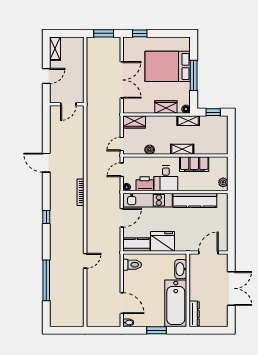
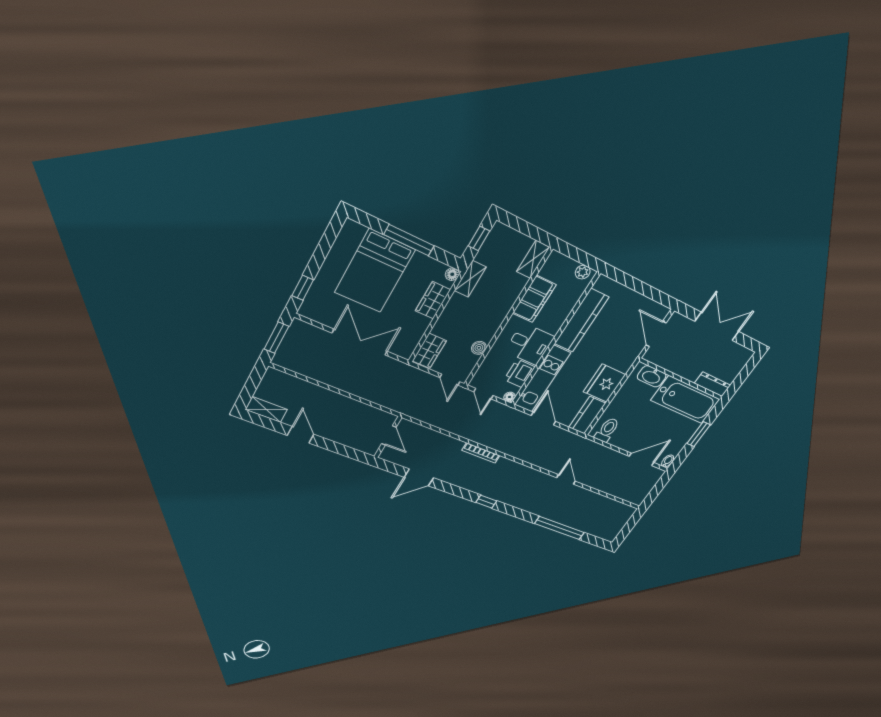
wall: (67, 104) -> (388, 437), moved
door: (68, 104) -> (389, 435), moved
shelving: (182, 149) -> (533, 259), moved

